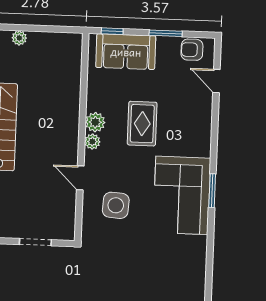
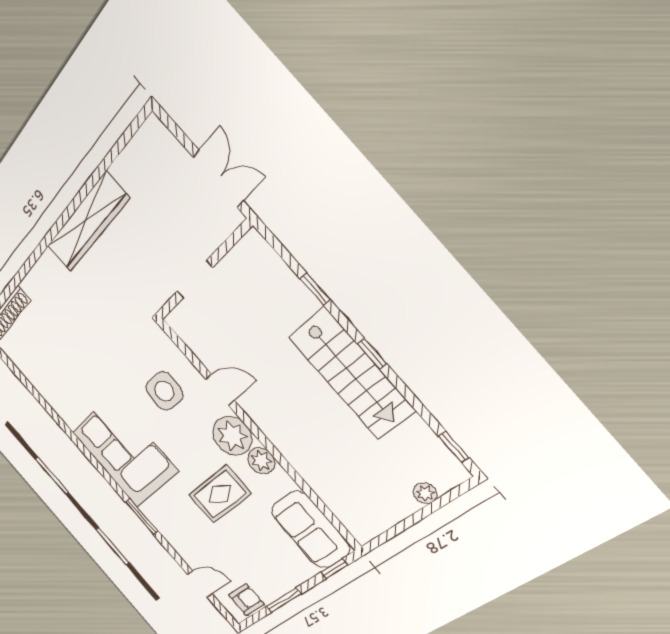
sofa: (126, 52) -> (310, 530), moved, turned -90
rug: (142, 124) -> (220, 494), turned 90
plant: (92, 142) -> (232, 436), width x1.88, depth x1.88
window: (212, 191) -> (142, 517), moved

